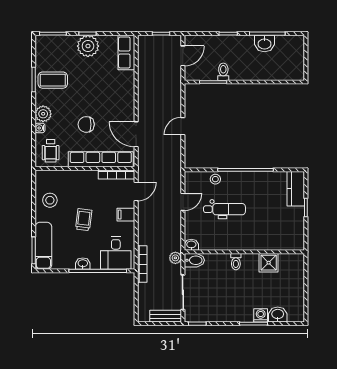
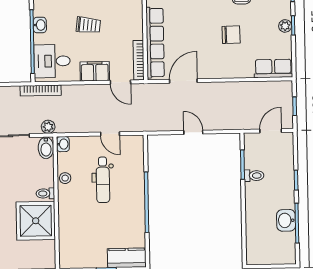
plant: (88, 46) -> (285, 26), width x0.53, depth x0.53
door: (183, 56) -> (271, 131), swing flipped
chair: (86, 124) -> (231, 35), moved, turned 89
stool: (215, 179) -> (65, 178), moved
filing cabinet: (126, 215) -> (95, 71), width x2.00
shower: (269, 263) -> (36, 221), width x1.86, depth x1.86

